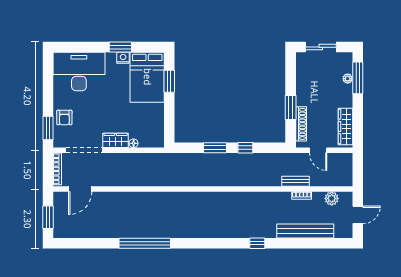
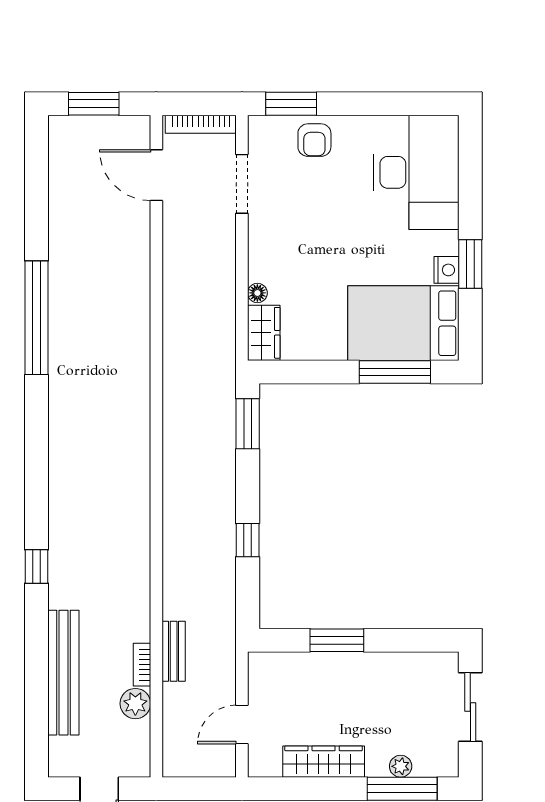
window: (169, 81) -> (395, 372), width x1.44
armchair: (64, 118) -> (314, 140), turned -90
shoe rack: (301, 124) -> (300, 663), removed
wardrobe: (345, 126) -> (324, 762), moved
wardrobe: (116, 140) -> (264, 333), moved
window: (215, 148) -> (248, 424), moved
doorway: (84, 150) -> (242, 184), width x0.73
door: (318, 150) -> (242, 725), moved
plant: (332, 198) -> (135, 704), moved

